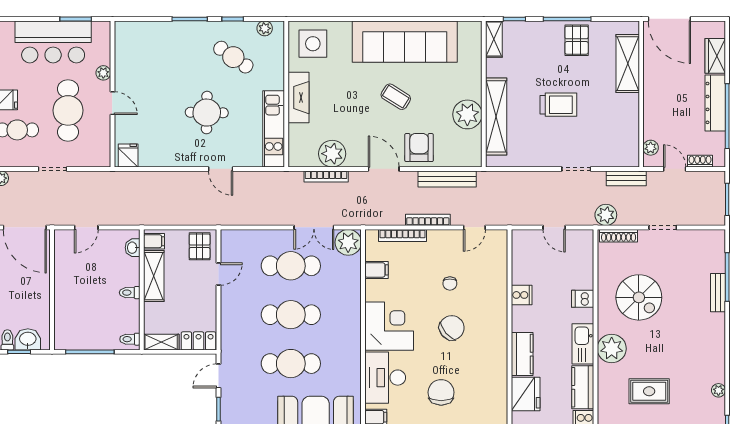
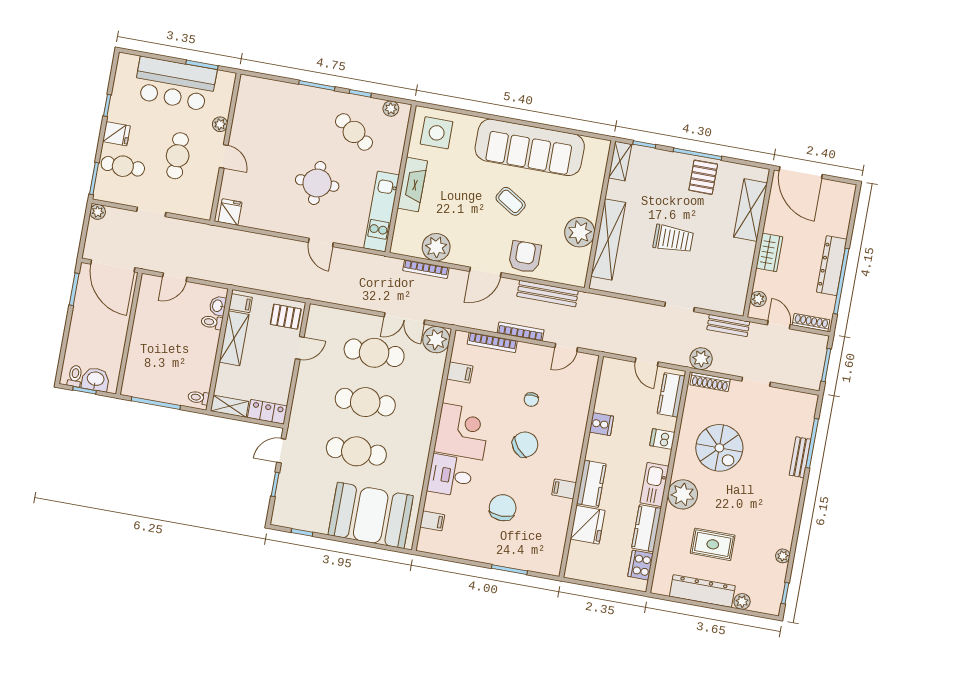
wardrobe: (715, 56) -> (769, 252), moved, turned 180
cafe table: (68, 110) -> (178, 156), width x0.73, depth x0.74
shoe rack: (700, 161) -> (811, 322), width x1.43
door: (384, 169) -> (485, 272), swing flipped
pallet: (200, 246) -> (286, 317), turned 90
kitchen counter: (583, 255) -> (671, 395), added
toilet: (130, 293) -> (212, 322), moved
filing cabinet: (497, 364) -> (564, 489), added
desk: (385, 378) -> (450, 476), width x0.73

